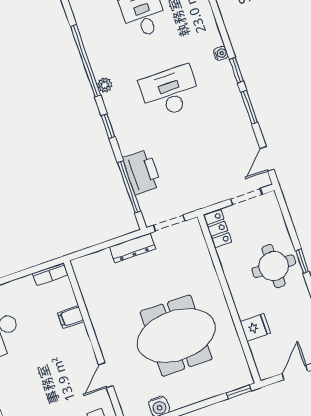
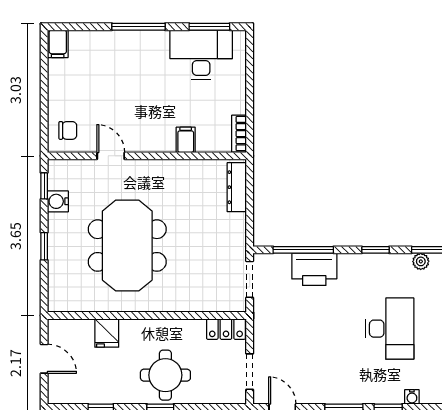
dresser: (132, 248) -> (237, 187), moved
window: (239, 392) -> (44, 246), moved

